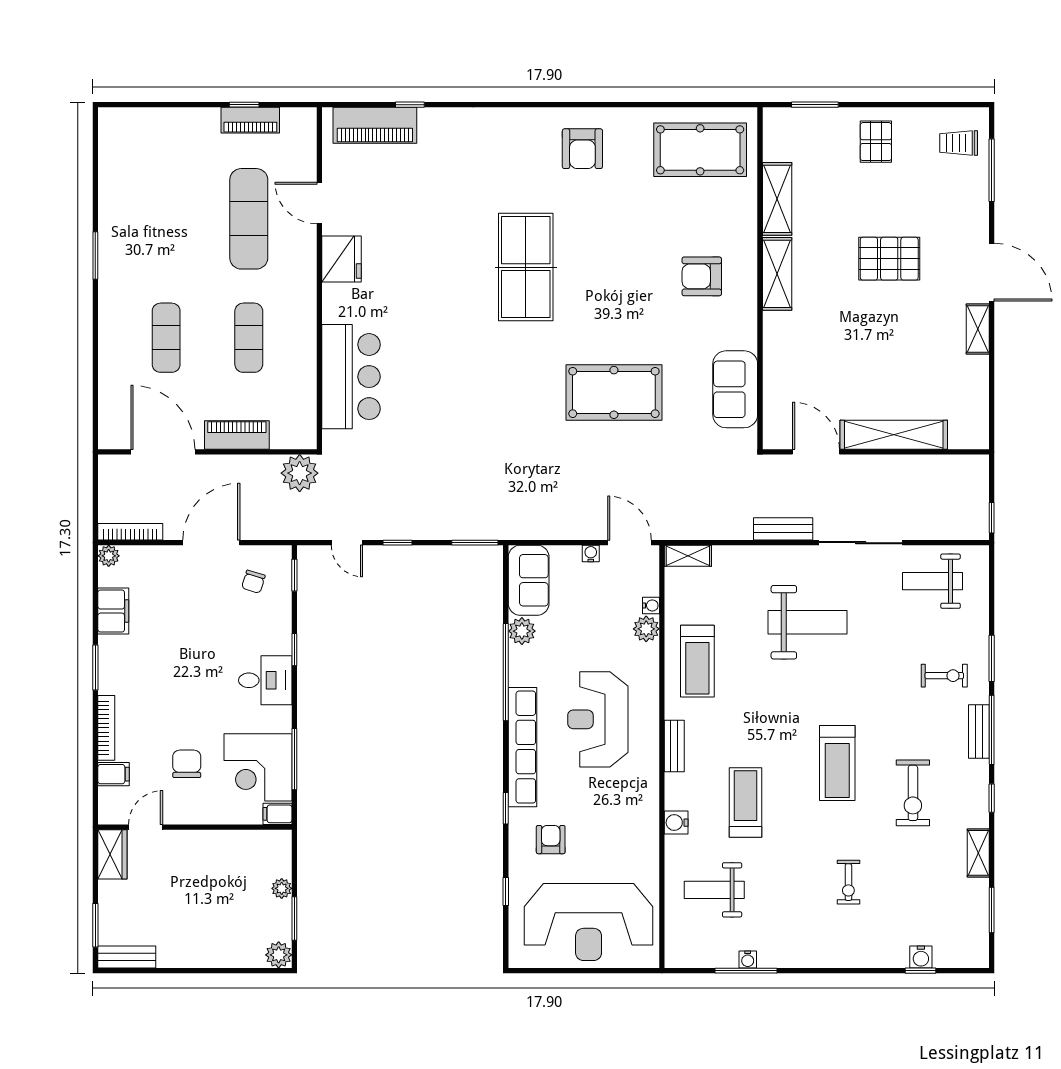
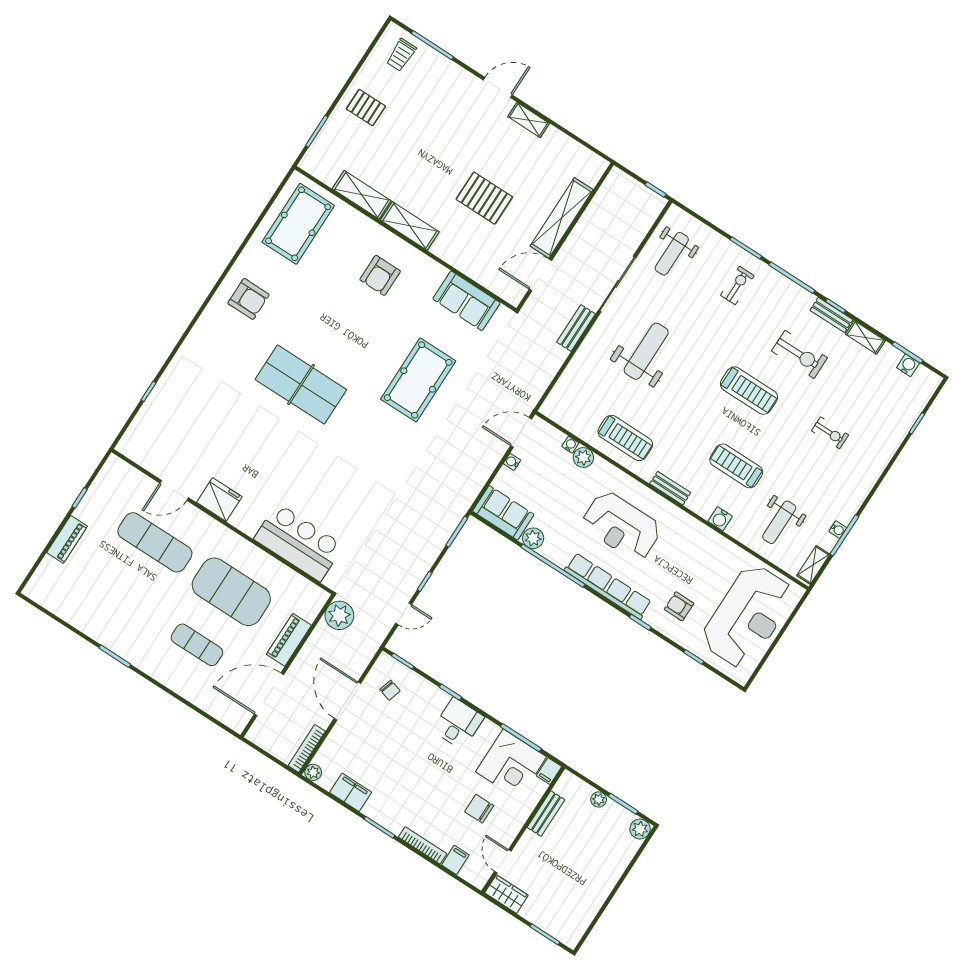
piano: (250, 120) -> (67, 539), moved
piano: (375, 125) -> (147, 422), removed
pallet: (889, 259) -> (484, 198), moved, turned 90
door: (992, 272) -> (498, 87), width x0.73
exercise mat: (249, 338) -> (231, 592), width x2.00, depth x1.45
shelving: (688, 556) -> (813, 565), moved
bench: (979, 732) -> (831, 315), moved
bench: (127, 957) -> (546, 814), moved
water cooler: (921, 957) -> (908, 365), moved, turned -90

